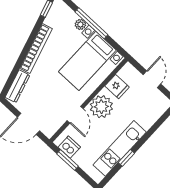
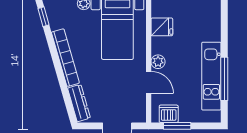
plant: (101, 107) -> (158, 62), width x0.53, depth x0.53
window: (126, 158) -> (224, 79), width x2.17

